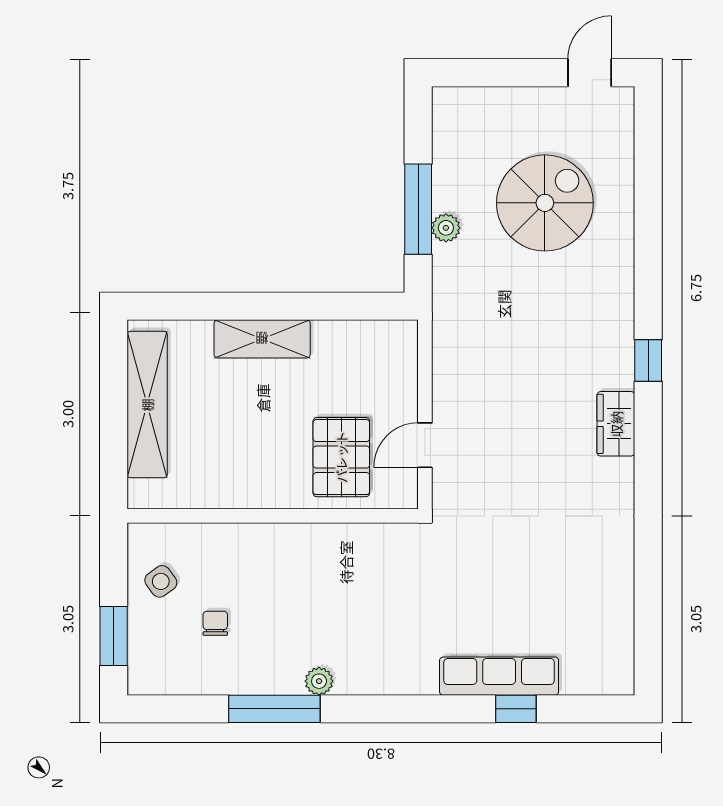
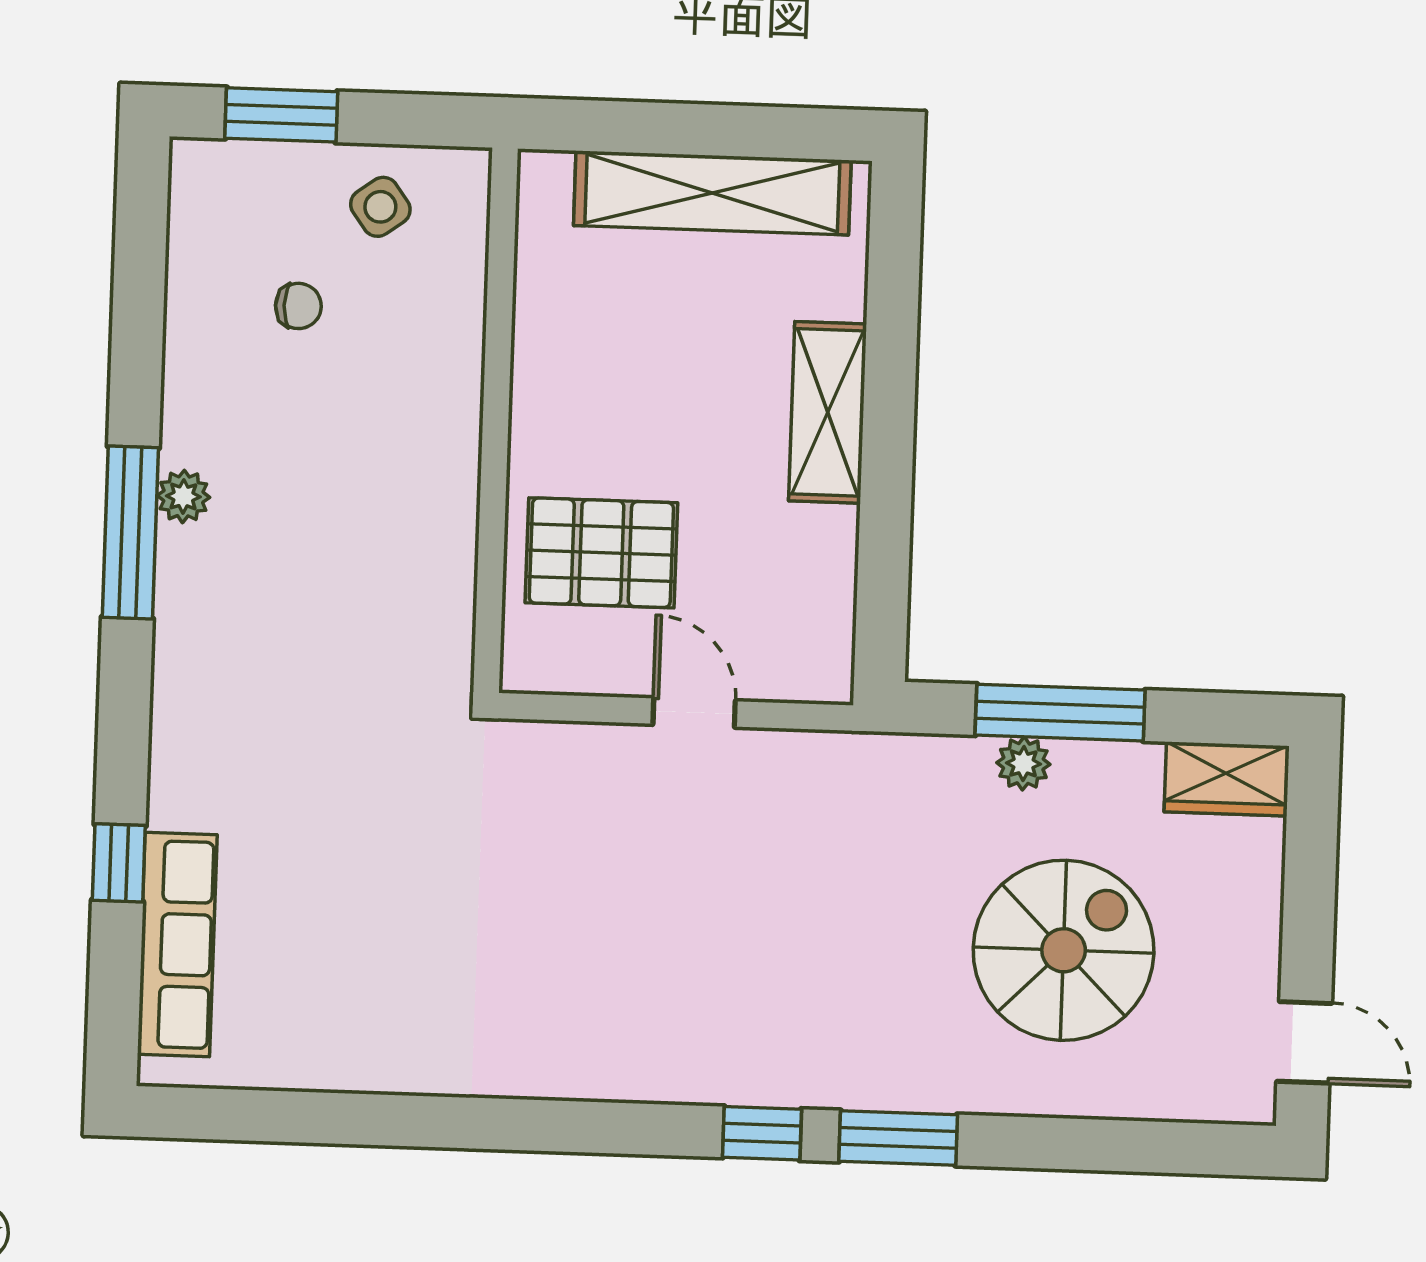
spiral stairs: (545, 203) -> (1064, 950), turned -90
window: (648, 288) -> (898, 1138), added
wardrobe: (616, 424) -> (1226, 779), moved, turned 180
door: (425, 445) -> (694, 713), moved
row of seats: (499, 676) -> (177, 944), moved
window: (274, 709) -> (130, 532), moved

